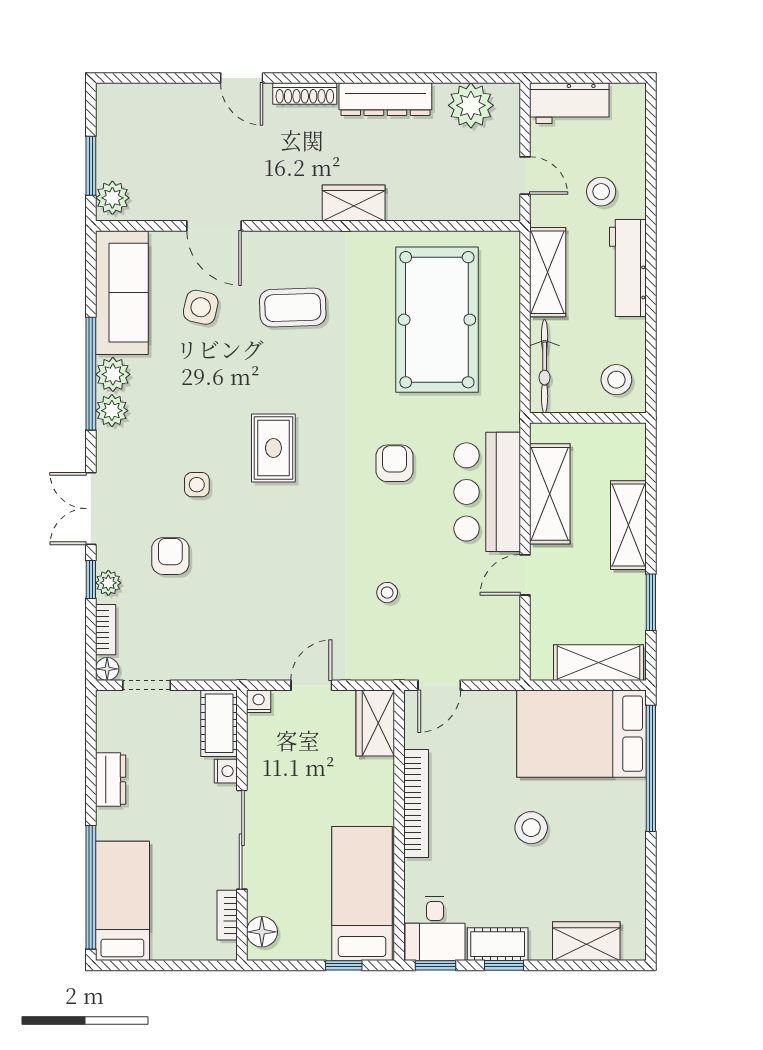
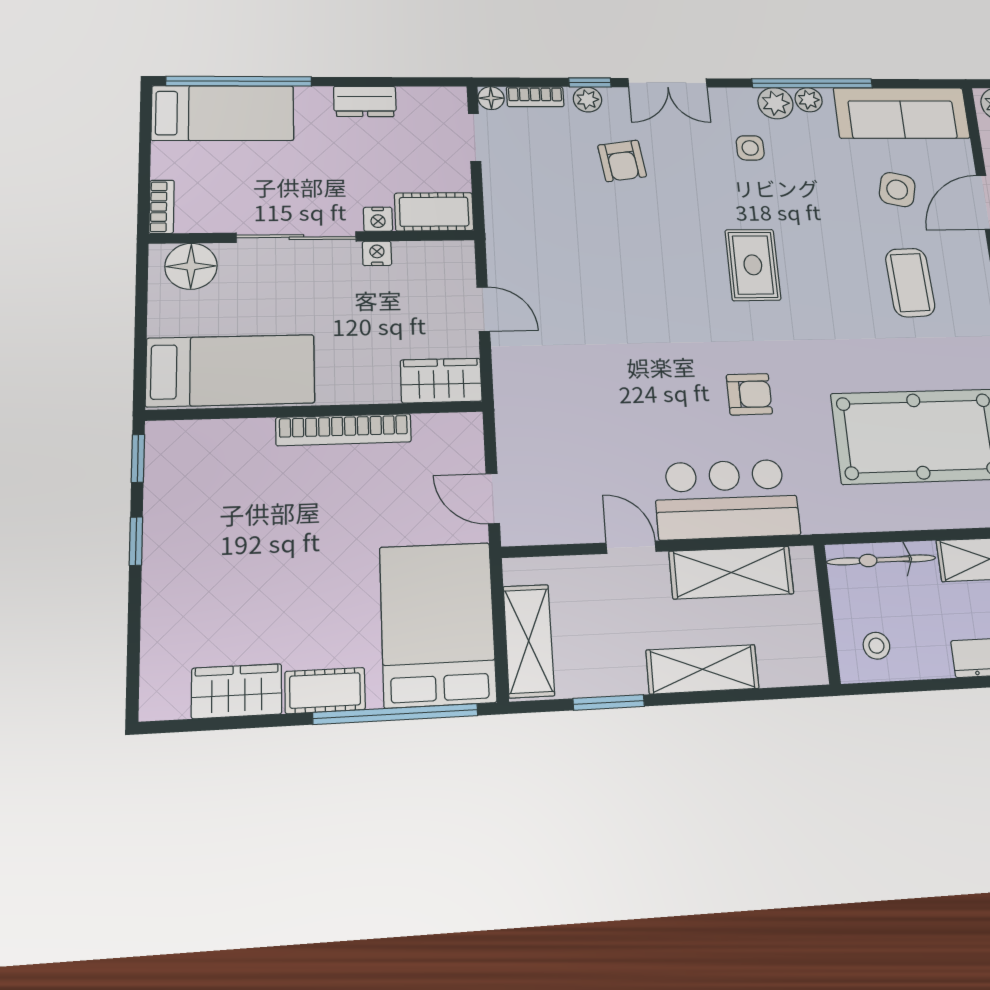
plant: (113, 374) -> (809, 100), width x0.73, depth x0.73
stool: (616, 380) -> (876, 646), width x0.73, depth x0.73
rug: (273, 448) -> (753, 265), turned 90
side table: (197, 485) -> (750, 148), moved
double door: (91, 509) -> (668, 83), swing flipped
armchair: (170, 556) -> (622, 161), turned 82
stool: (387, 593) -> (598, 390), removed
door: (439, 685) -> (493, 499), moved
nightstand: (259, 701) -> (377, 253), moved, turned -90
stool: (531, 828) -> (315, 567), removed
bookcase: (227, 915) -> (162, 207), moved, turned 90
desk: (435, 928) -> (186, 456), removed
floor lamp: (262, 932) -> (191, 266), width x1.38, depth x1.38
wardrobe: (586, 941) -> (237, 691), moved, turned -90
cot: (498, 944) -> (325, 690), moved, turned 90
window: (344, 965) -> (140, 352), removed

